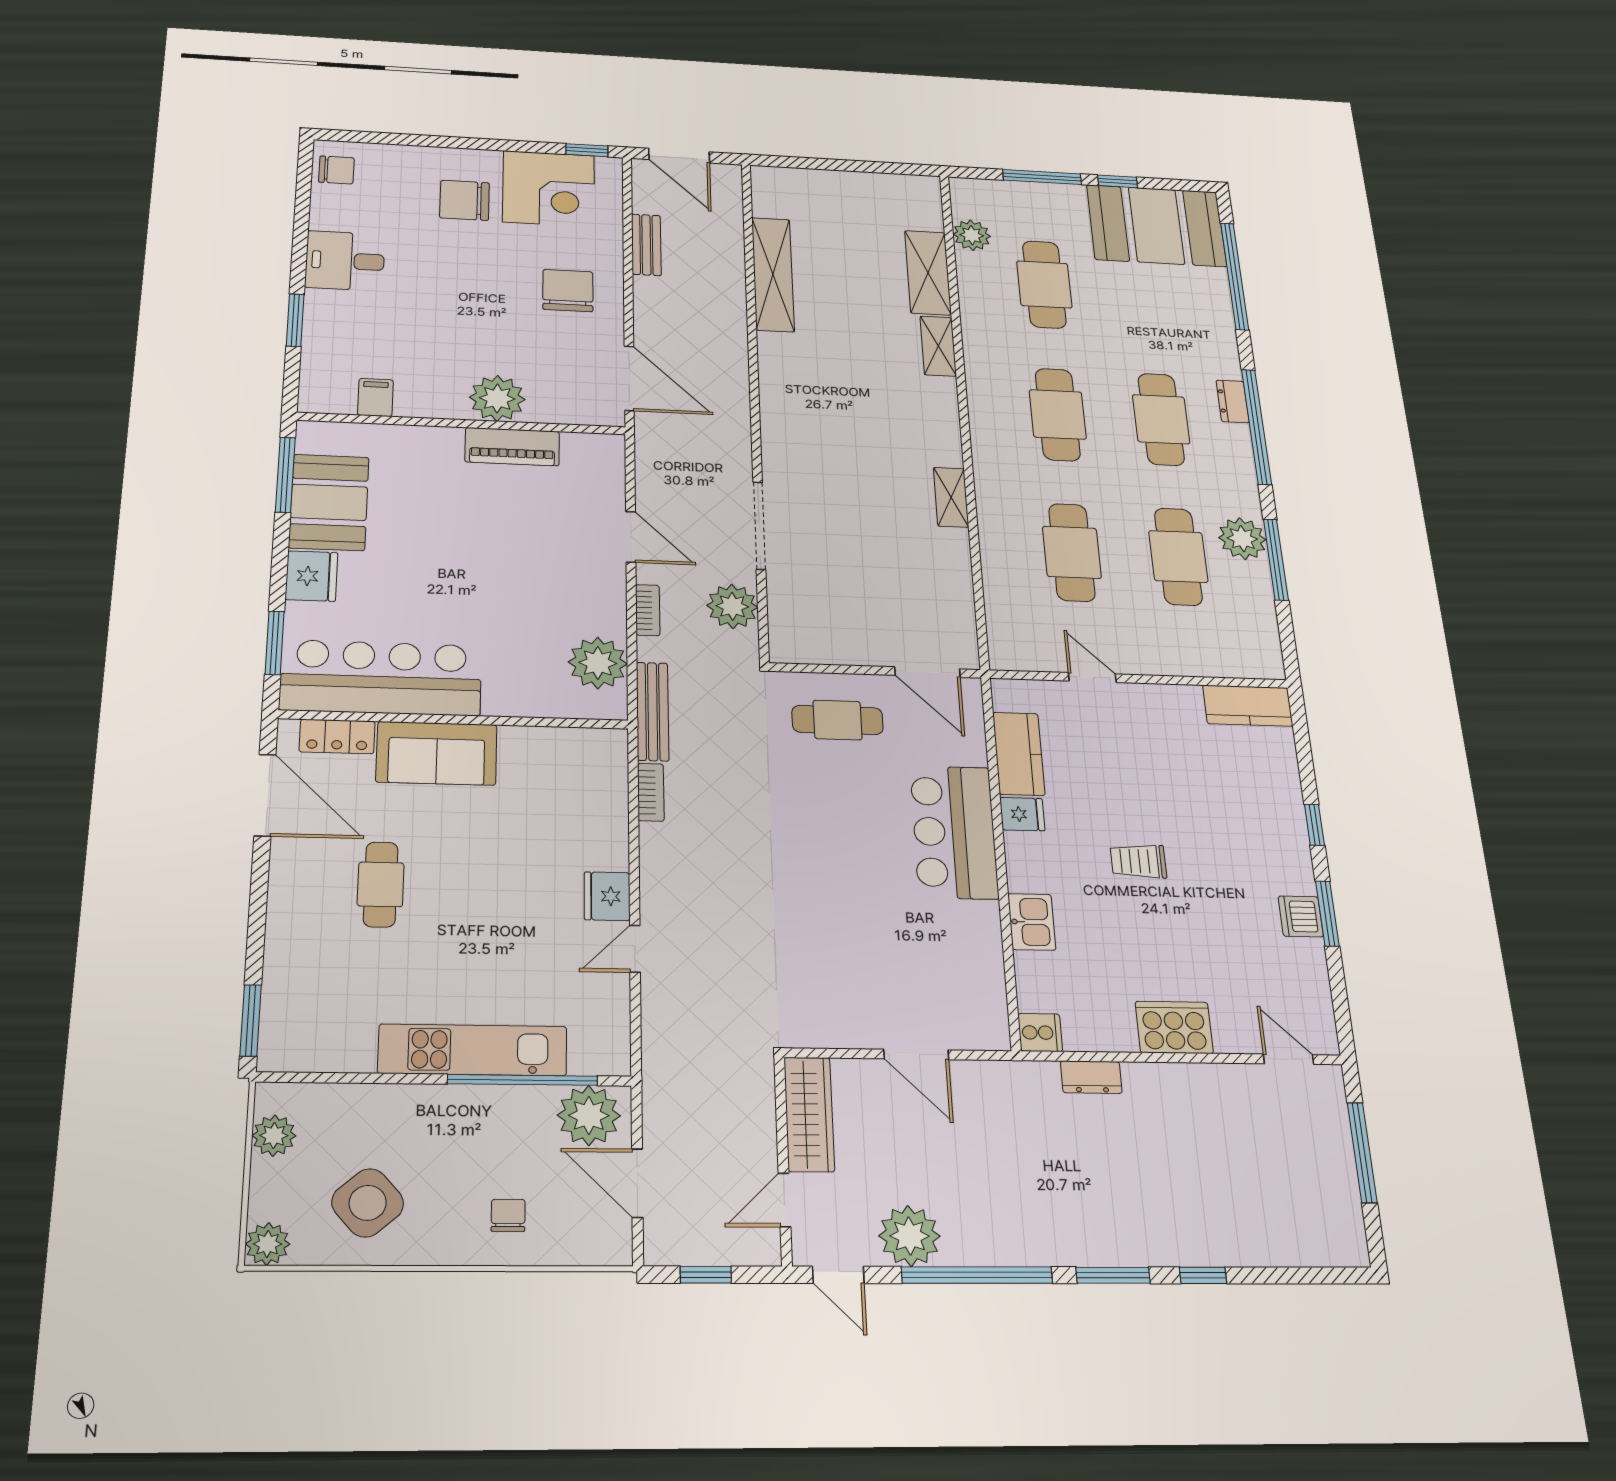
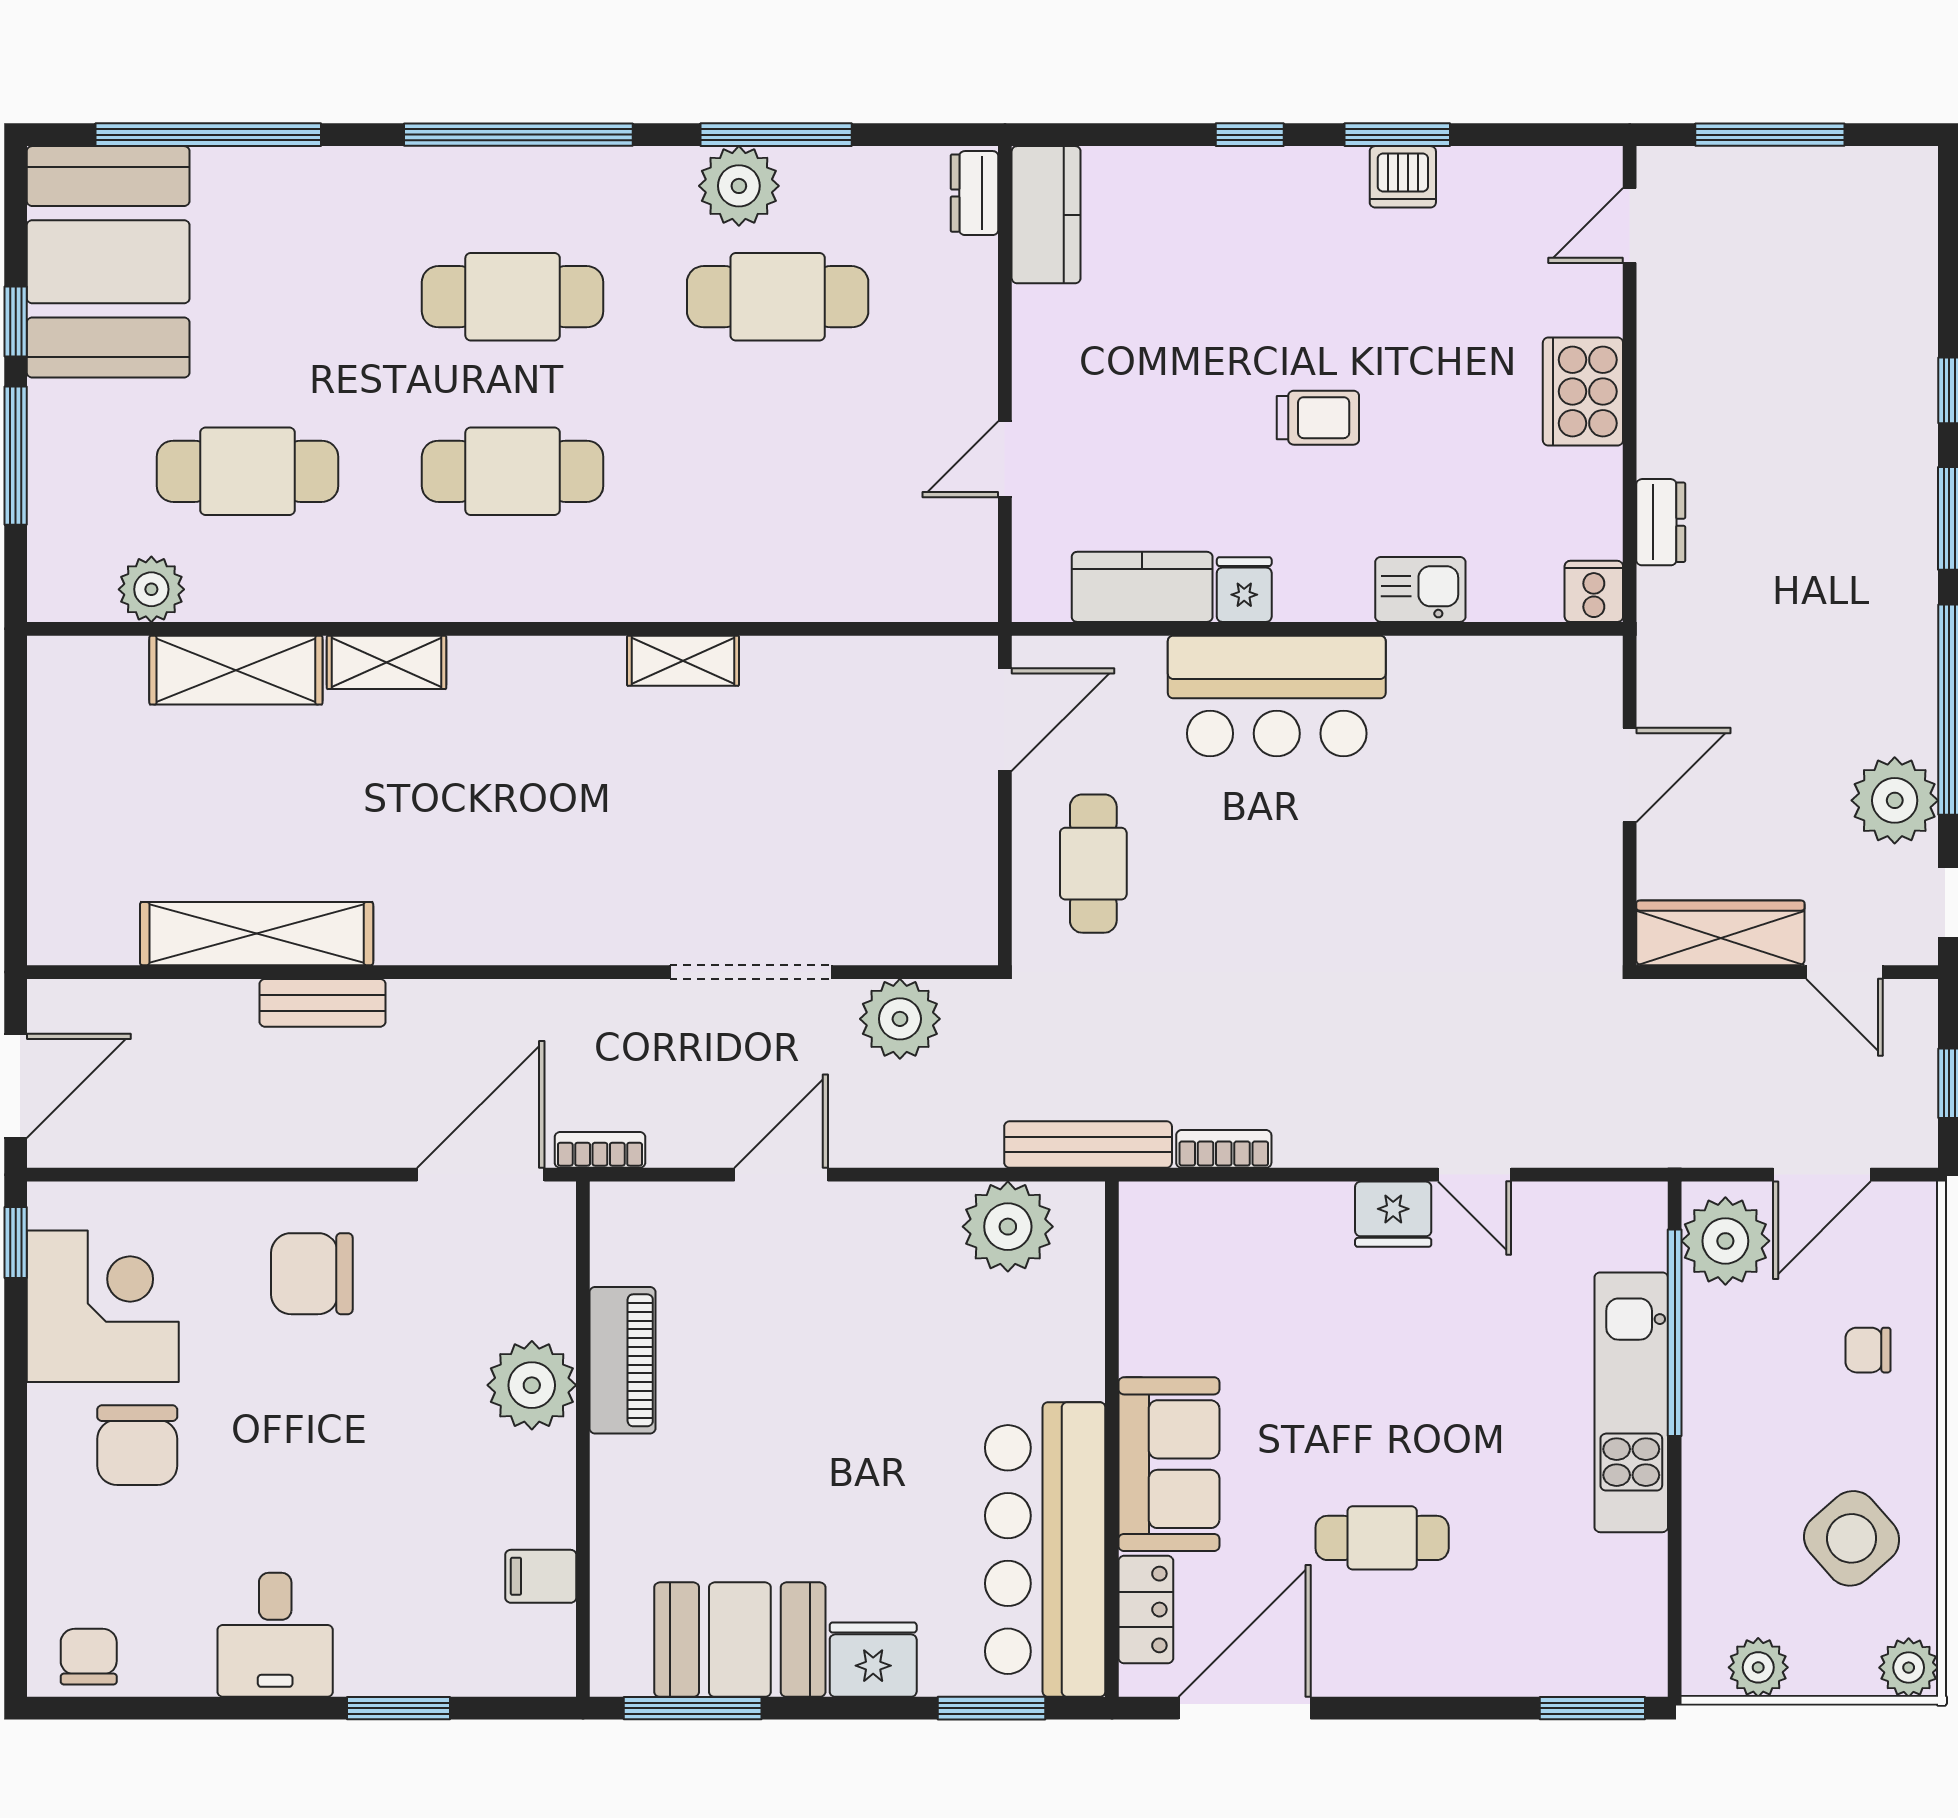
bench: (646, 245) -> (323, 1003), moved
dresser: (1233, 401) -> (975, 193), moved, turned 90
cafe table: (1072, 552) -> (778, 471), removed
bookcase: (648, 610) -> (600, 1150), moved
trolley: (1138, 861) -> (1318, 418), turned -90

